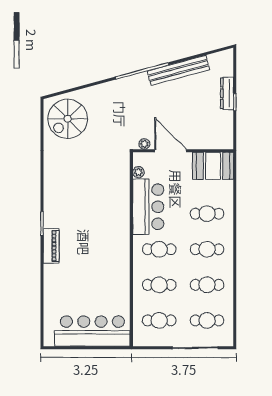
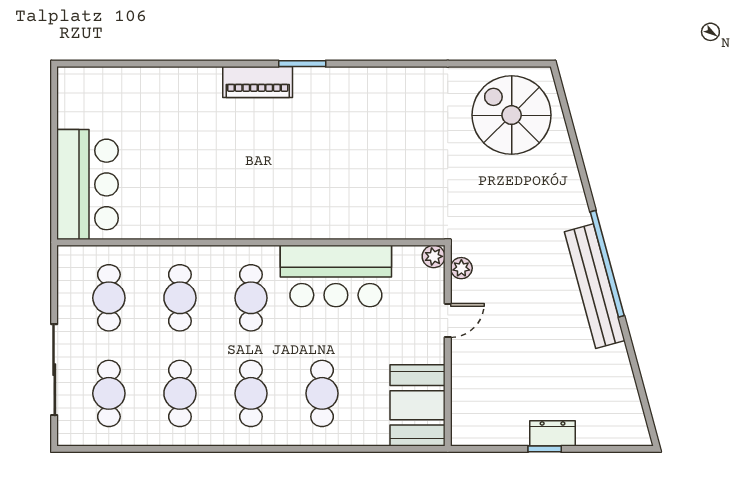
bench: (178, 70) -> (595, 286), moved
dresser: (227, 93) -> (553, 433), width x0.70
door: (170, 151) -> (448, 320), width x0.53
plant: (138, 172) -> (434, 256), moved
bar counter: (92, 331) -> (88, 184), width x0.73

